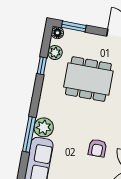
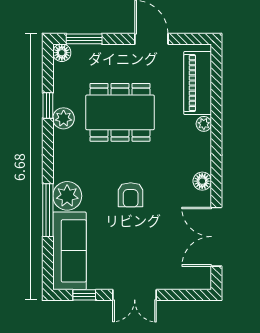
plant: (55, 53) -> (64, 118), moved
armchair: (97, 148) -> (131, 195), moved

